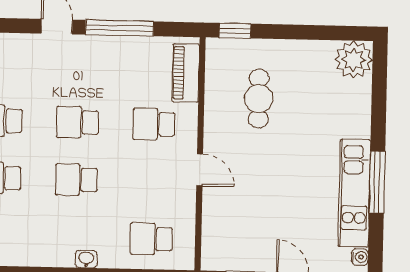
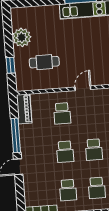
window: (235, 31) -> (10, 65), moved
plant: (354, 60) -> (22, 37), moved
piano: (186, 73) -> (24, 109), moved, turned -90

